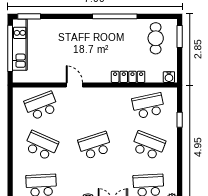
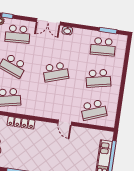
school desk: (41, 145) -> (98, 78), turned -36

